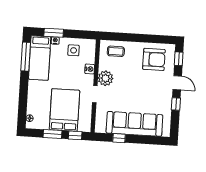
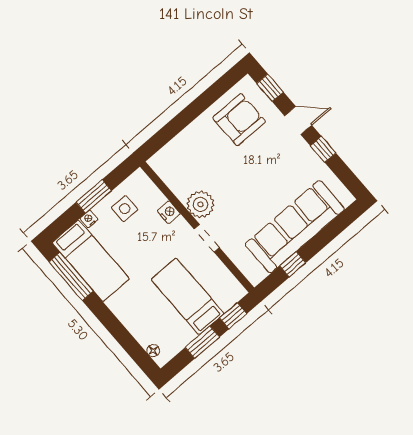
window: (54, 33) -> (94, 196), moved
coffee table: (116, 51) -> (180, 157), removed
bed: (64, 110) -> (188, 296), width x0.67

